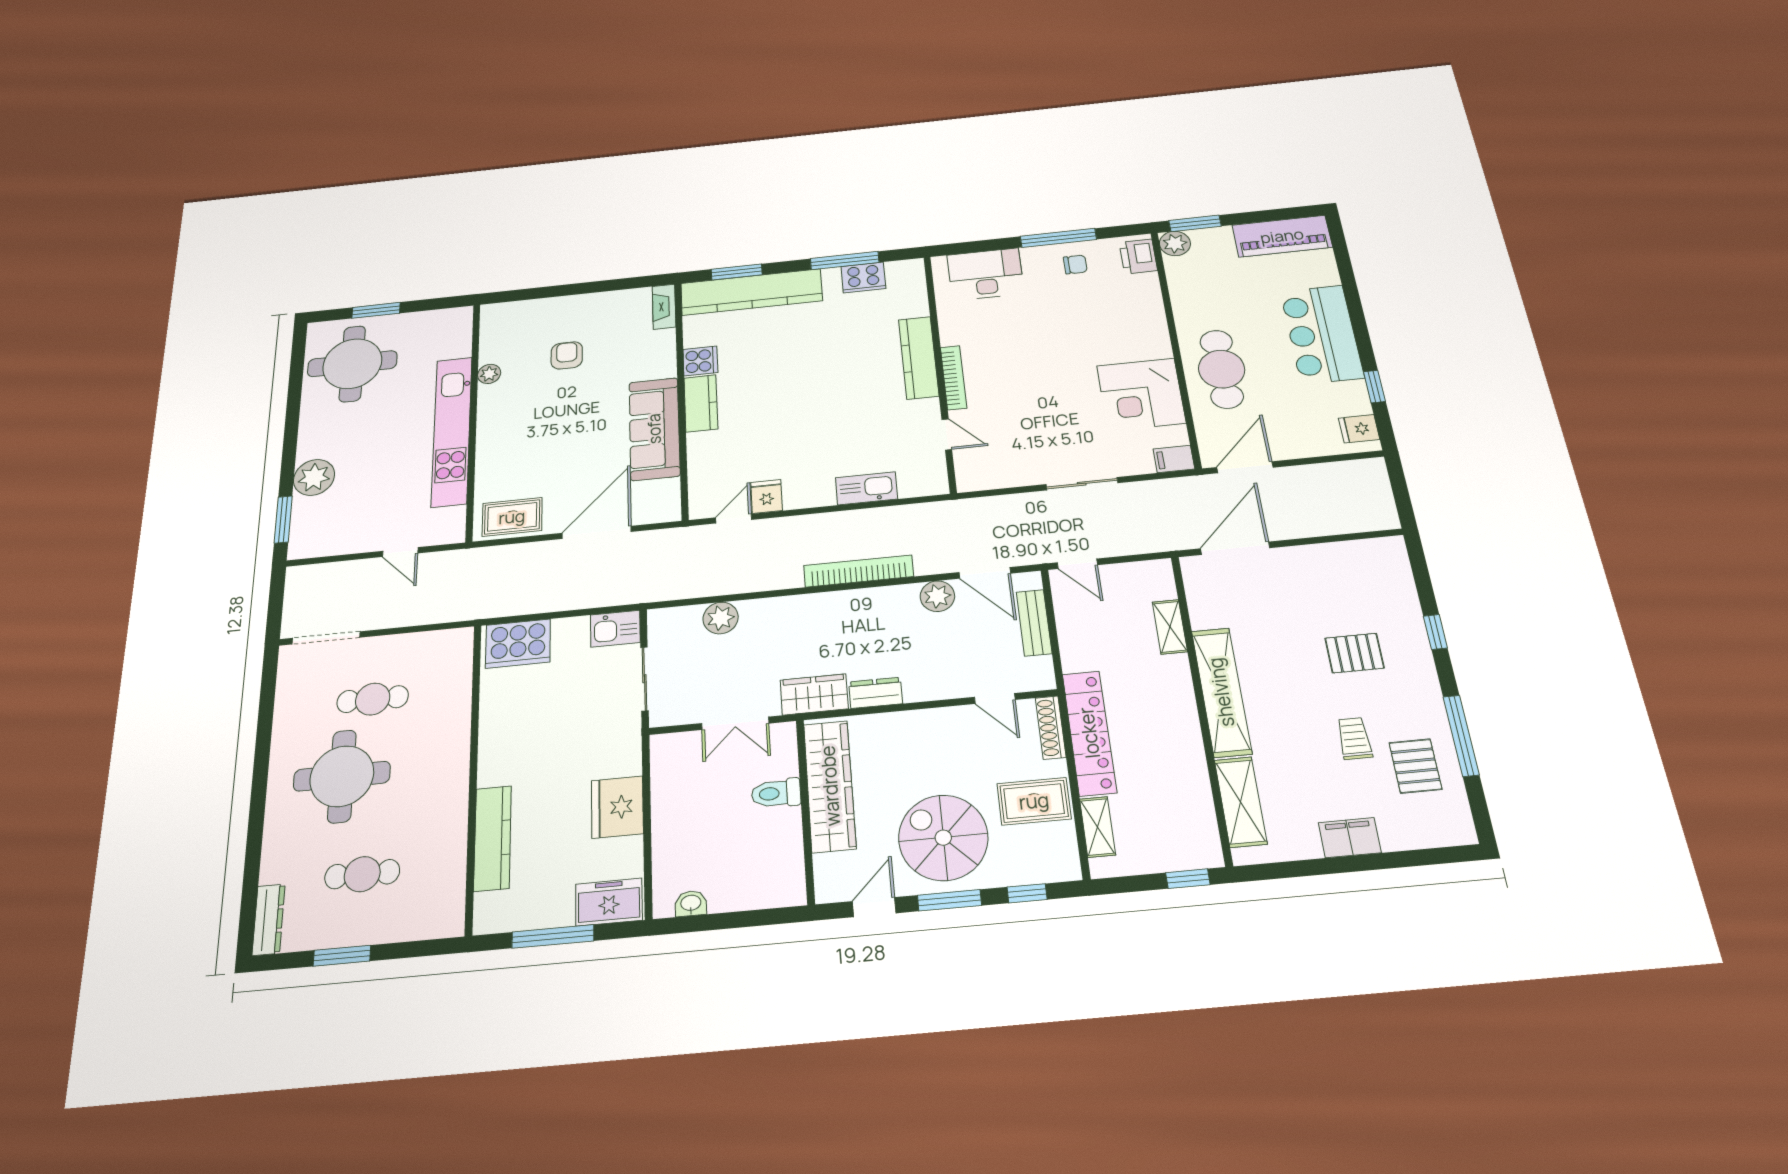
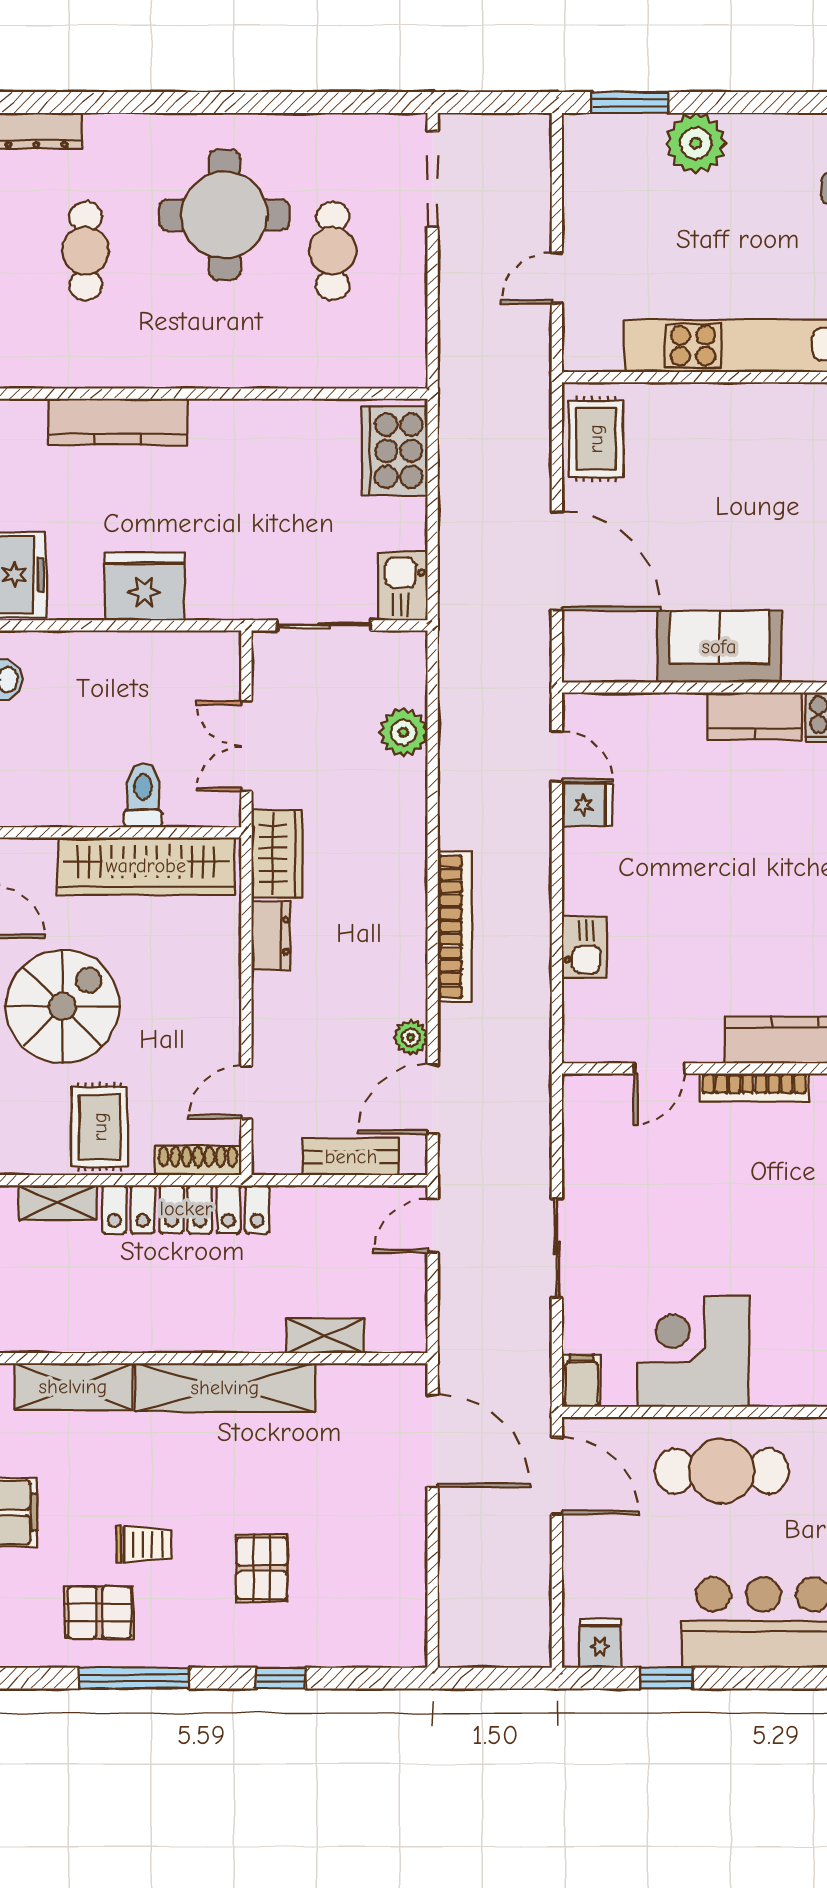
sofa: (654, 429) -> (719, 647), width x0.73
kitchen sink: (866, 488) -> (584, 947), width x0.73
plant: (937, 596) -> (411, 1037), width x0.73, depth x0.73

